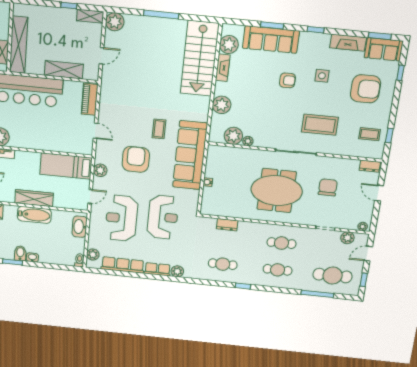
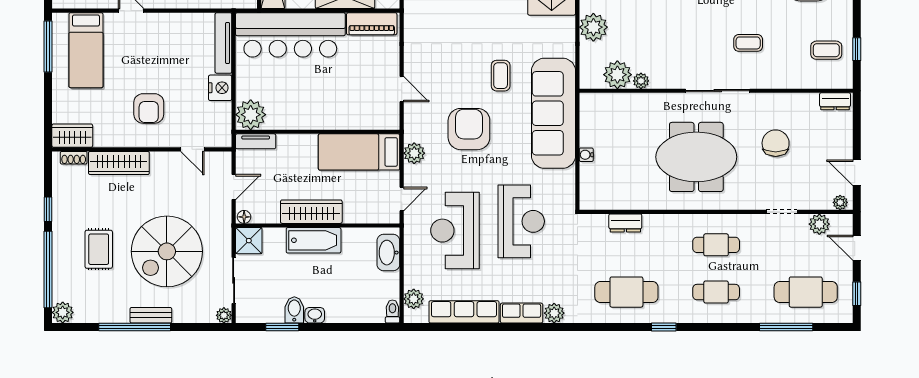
piano: (90, 99) -> (372, 24), moved, turned -90
coffee table: (320, 125) -> (748, 43), width x0.54, depth x0.58
door: (379, 193) -> (857, 173), moved
door: (368, 254) -> (857, 248), hinge flipped
cafe table: (223, 264) -> (626, 292), width x1.37, depth x1.35

